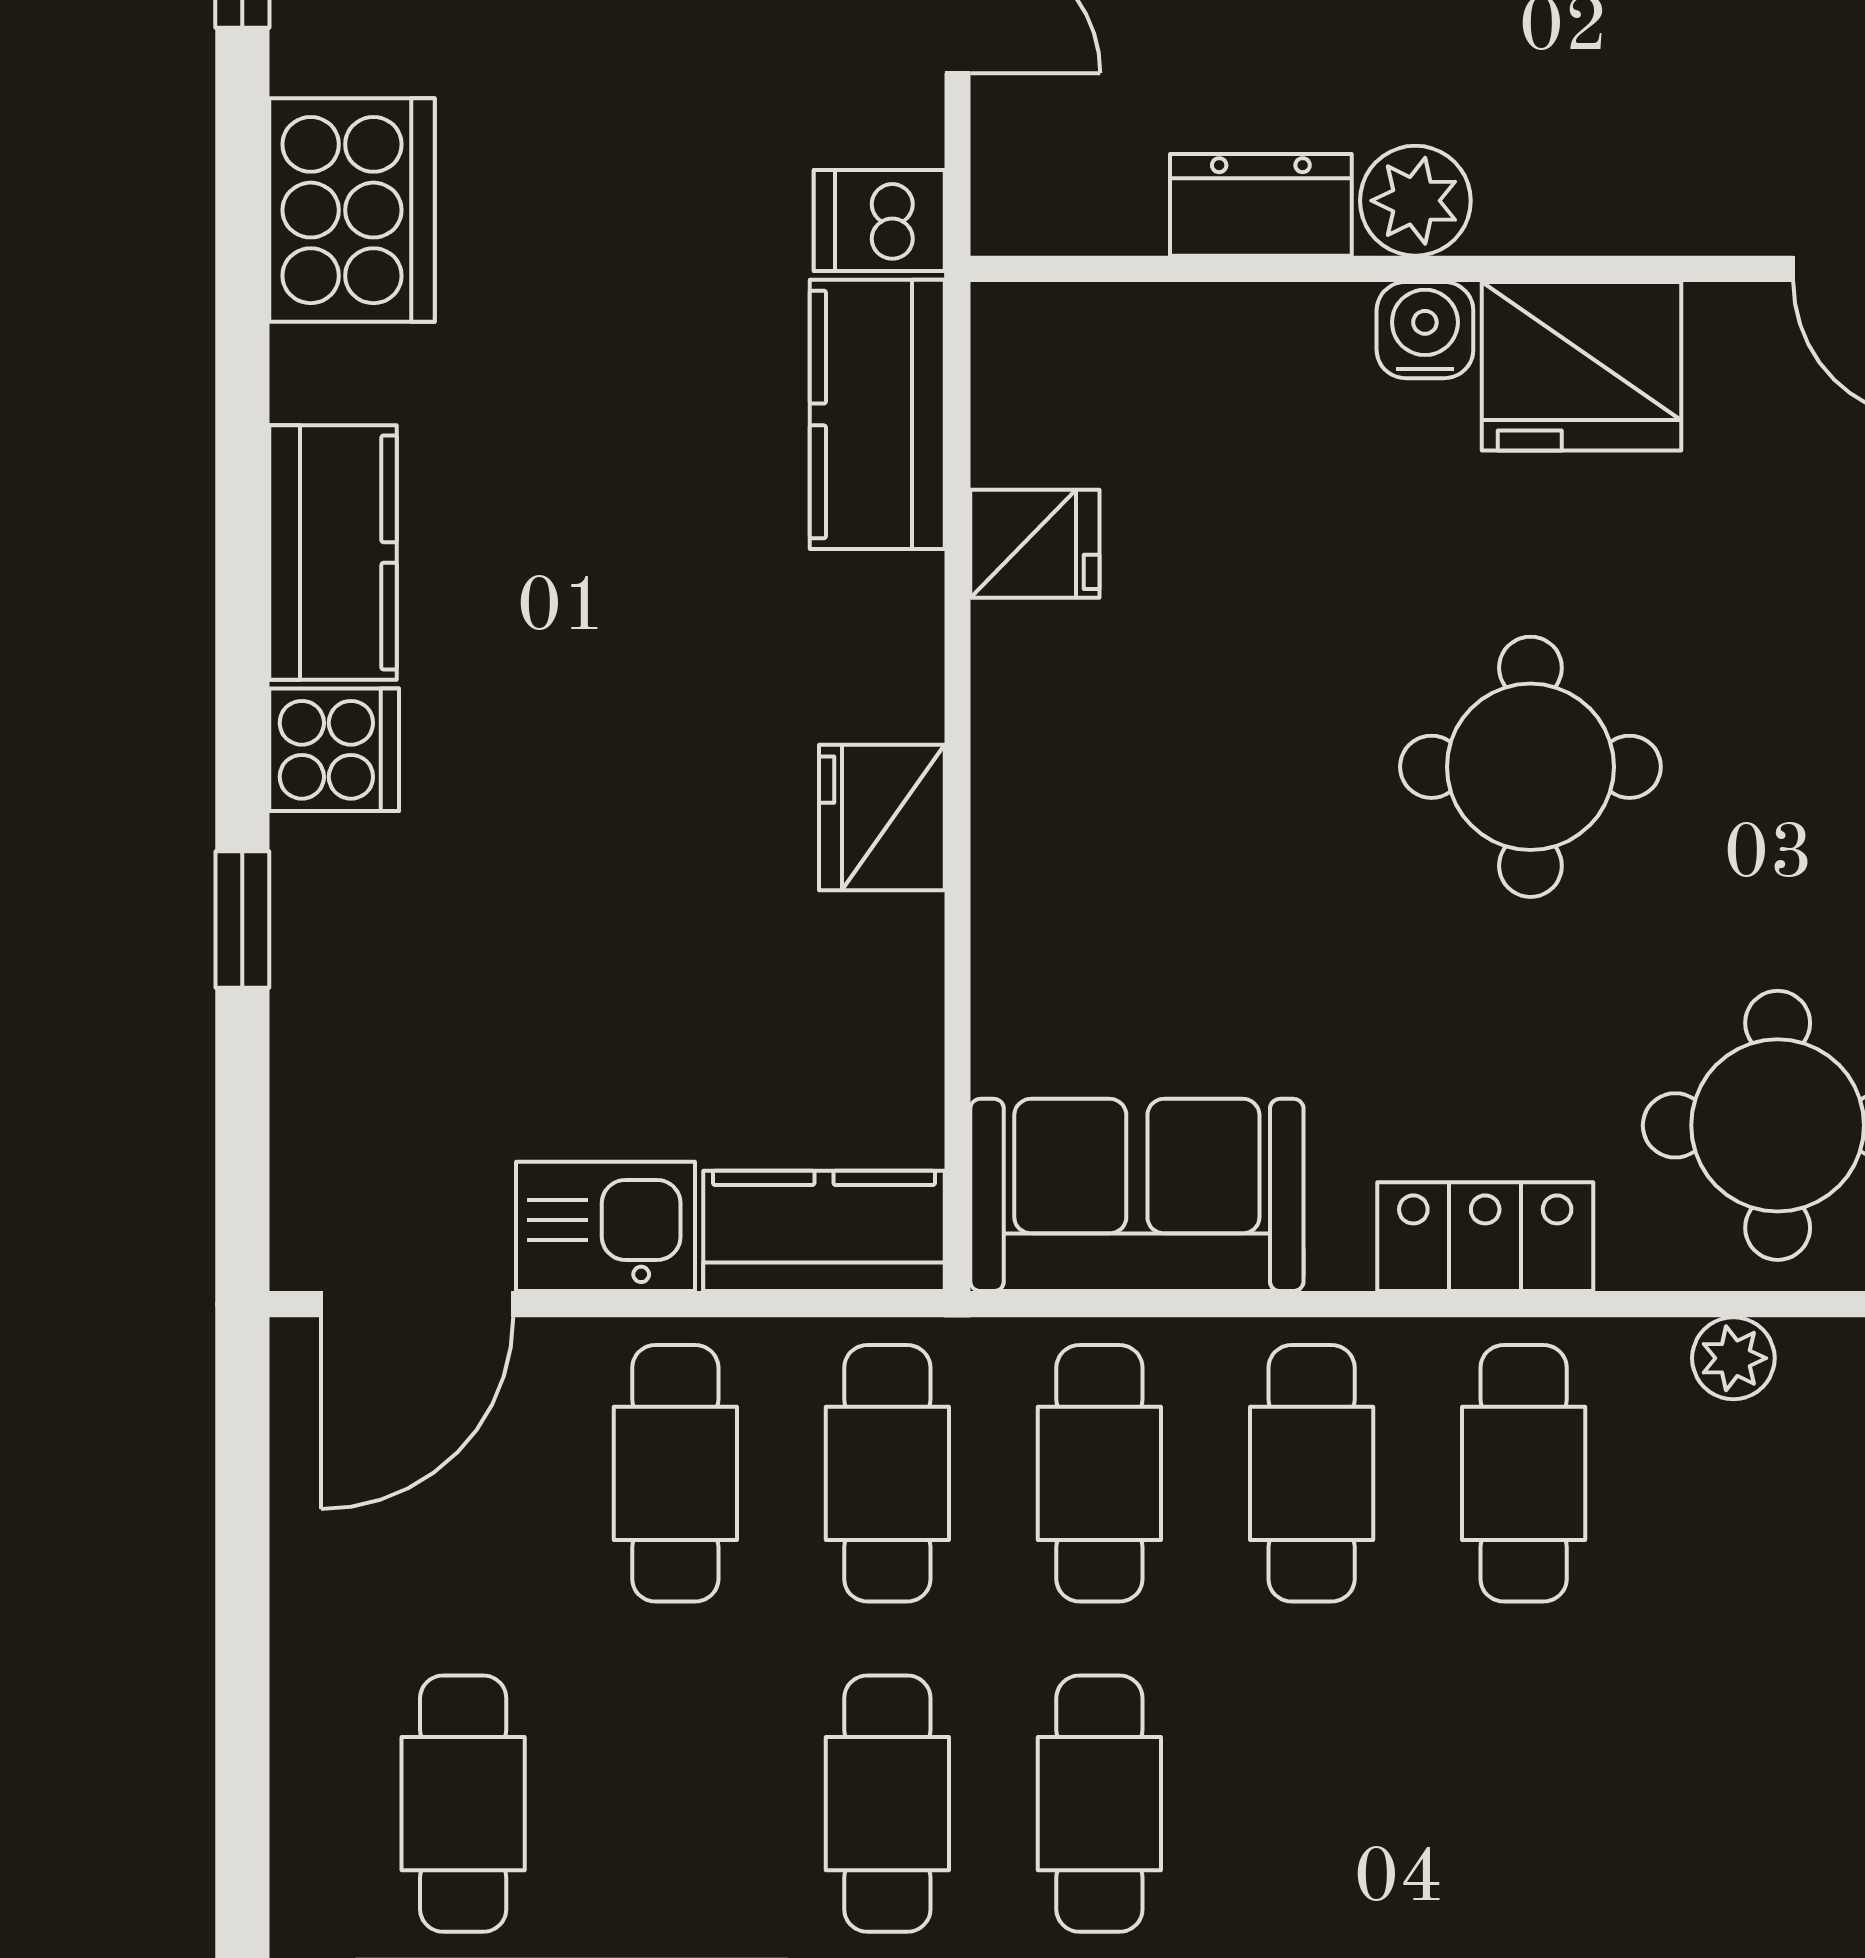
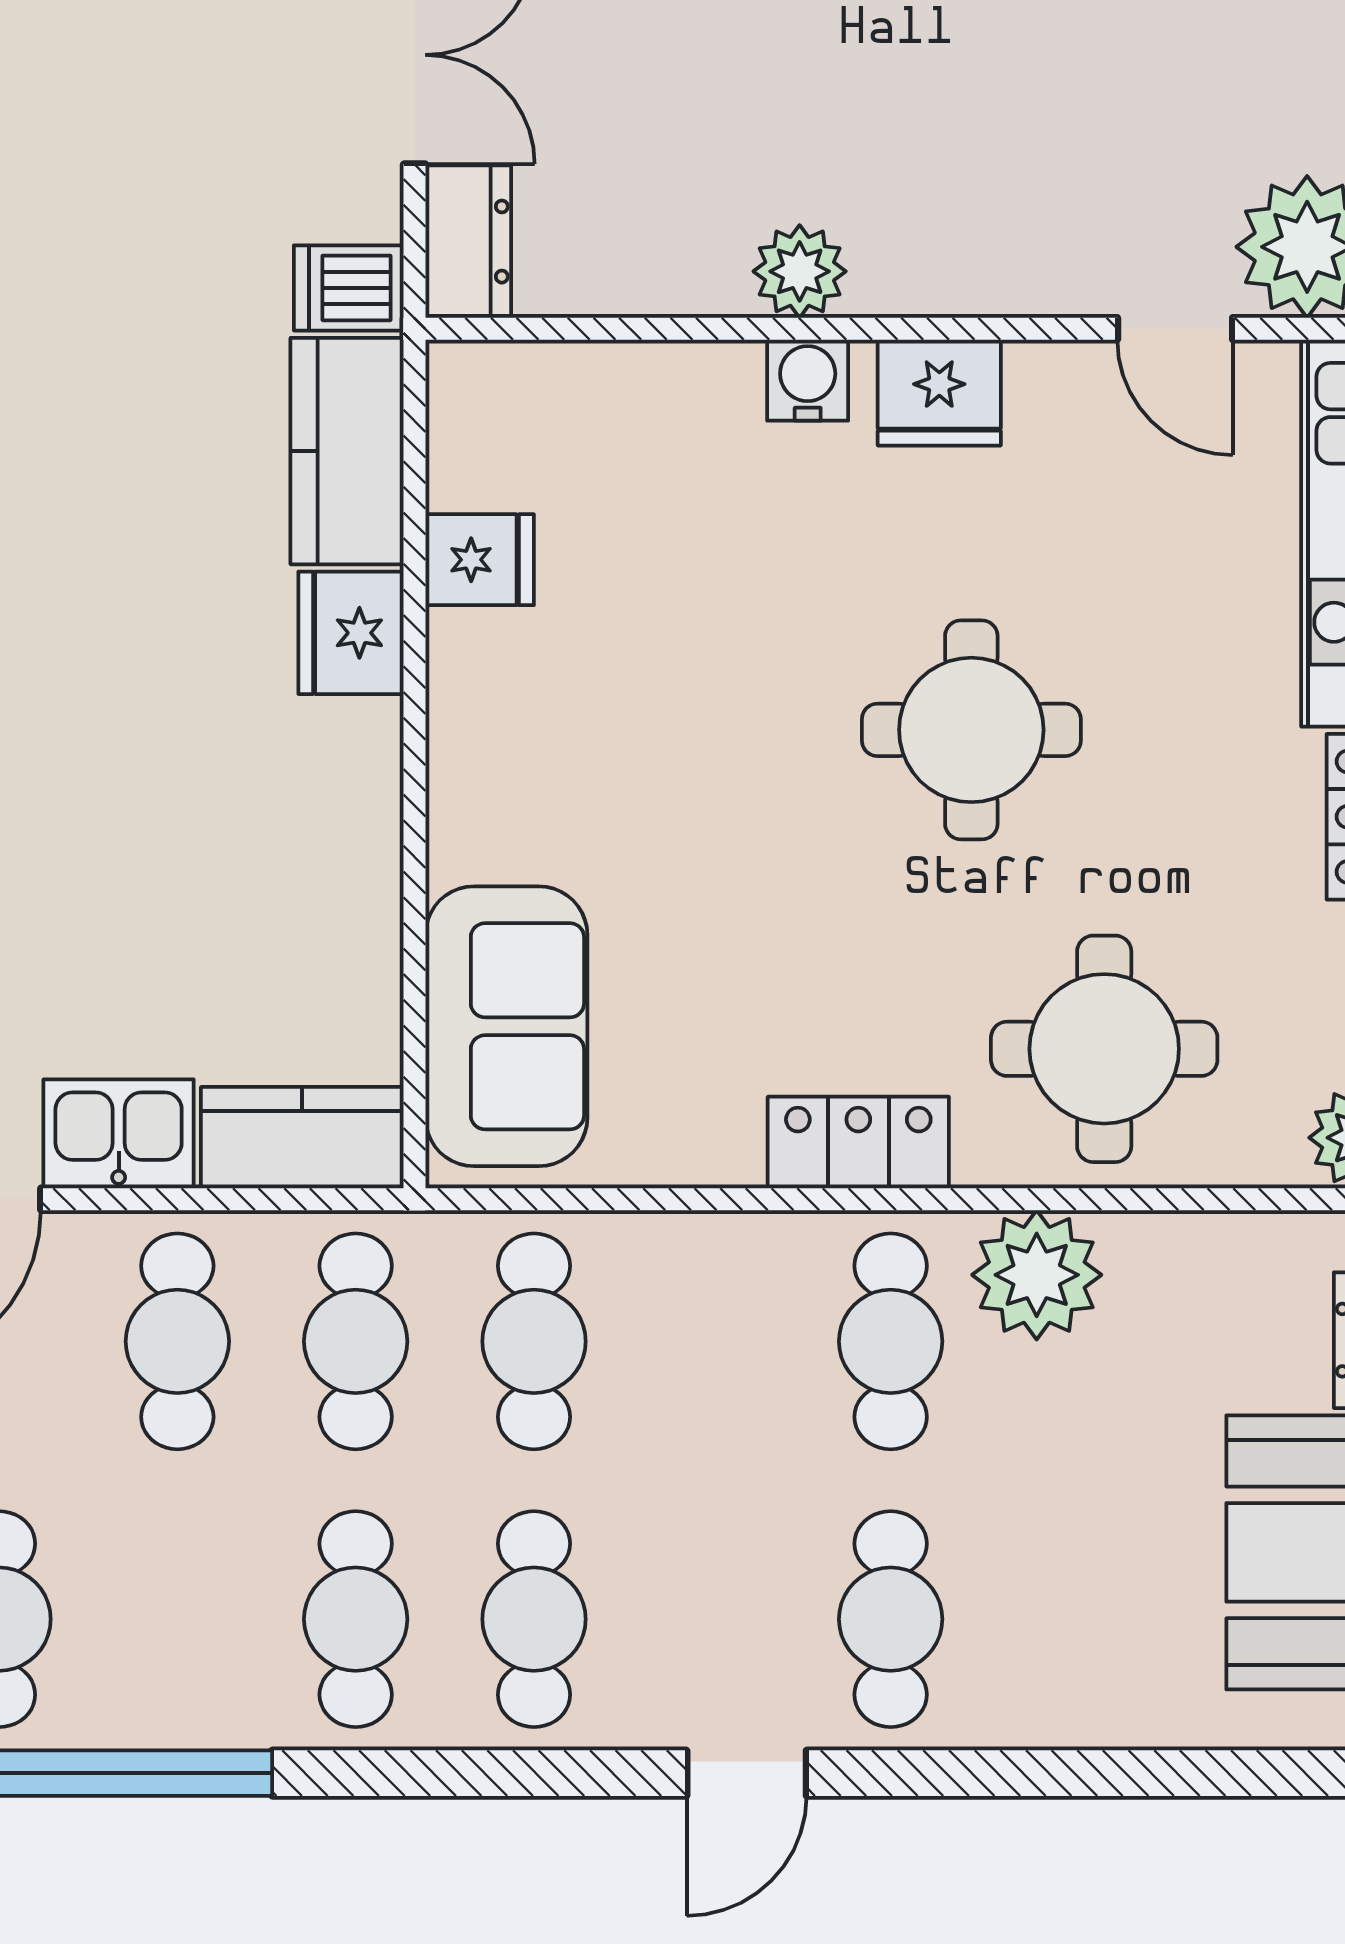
dresser: (1261, 205) -> (468, 242), moved, turned 90
fridge: (1581, 366) -> (939, 393), width x0.73, depth x0.75
round table: (1530, 767) -> (971, 730), moved
fridge: (882, 817) -> (351, 633), moved
sofa: (1137, 1195) -> (506, 1026), moved, turned 90
plant: (1733, 1358) -> (1037, 1275), width x1.88, depth x1.88
cafe table: (1312, 1473) -> (891, 1619), moved

